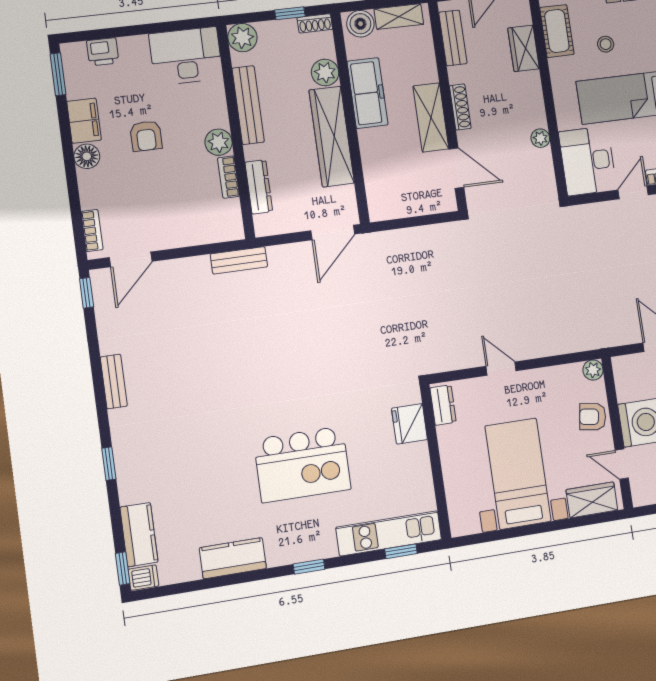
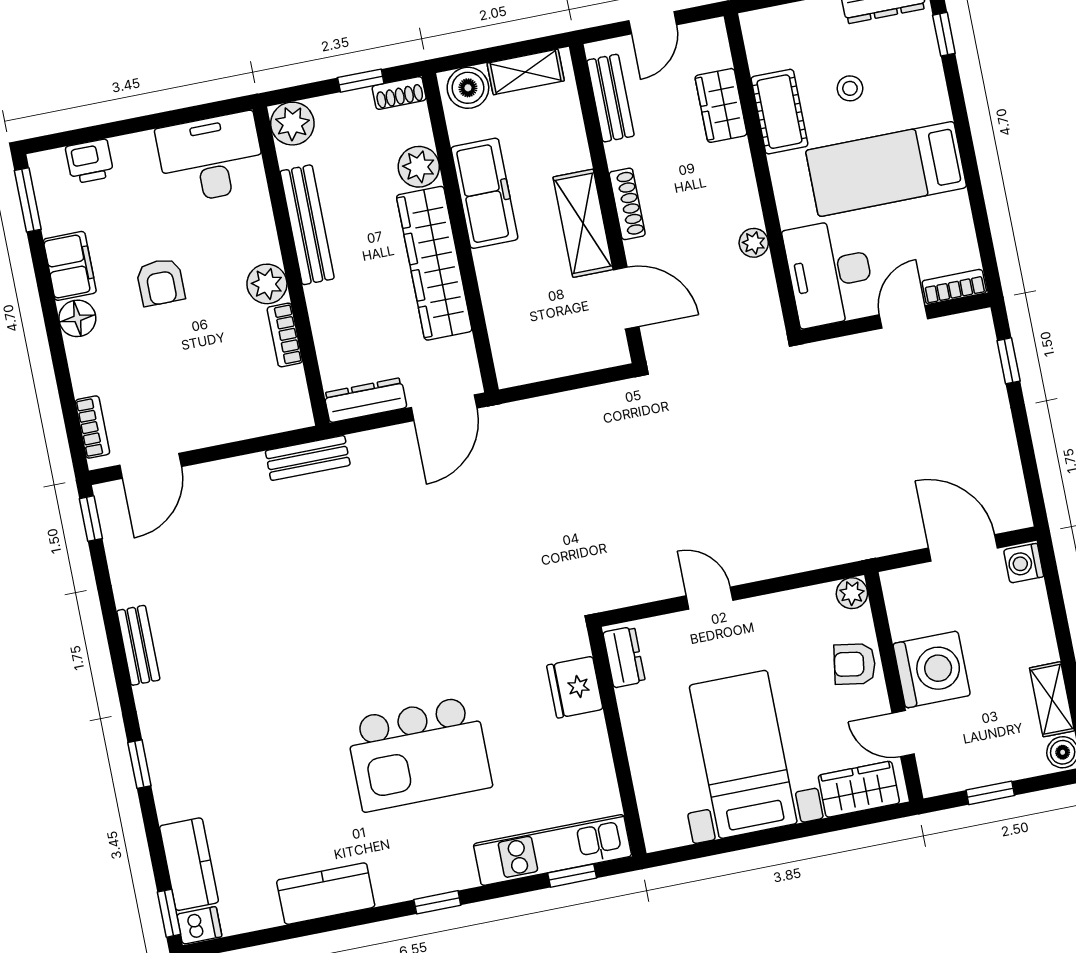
cot: (557, 31) -> (779, 112), moved
dresser: (259, 187) -> (365, 400), moved, turned -90

